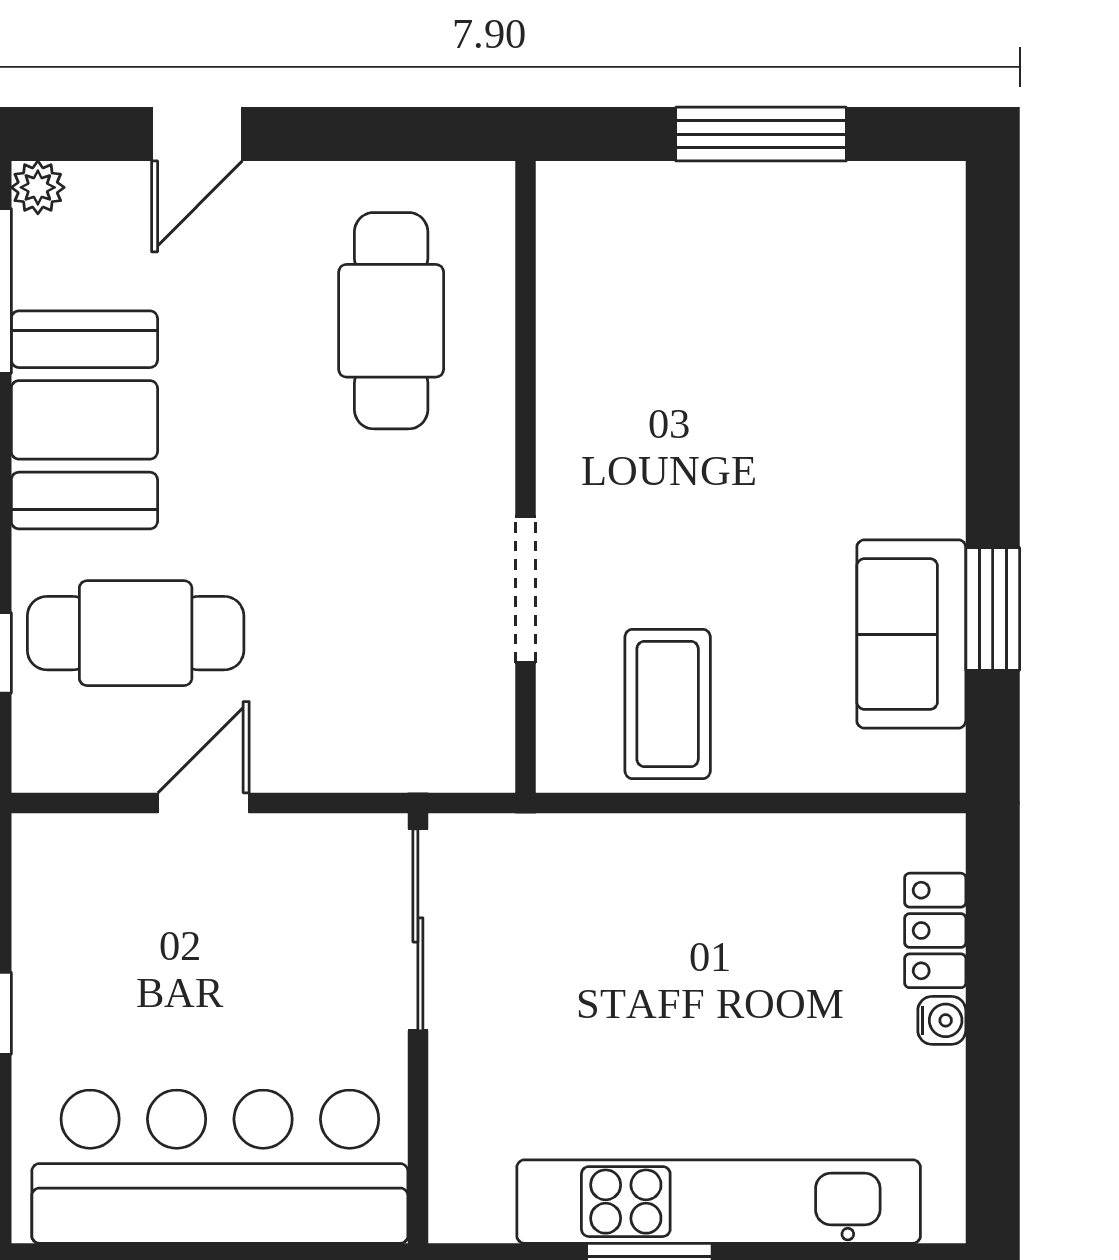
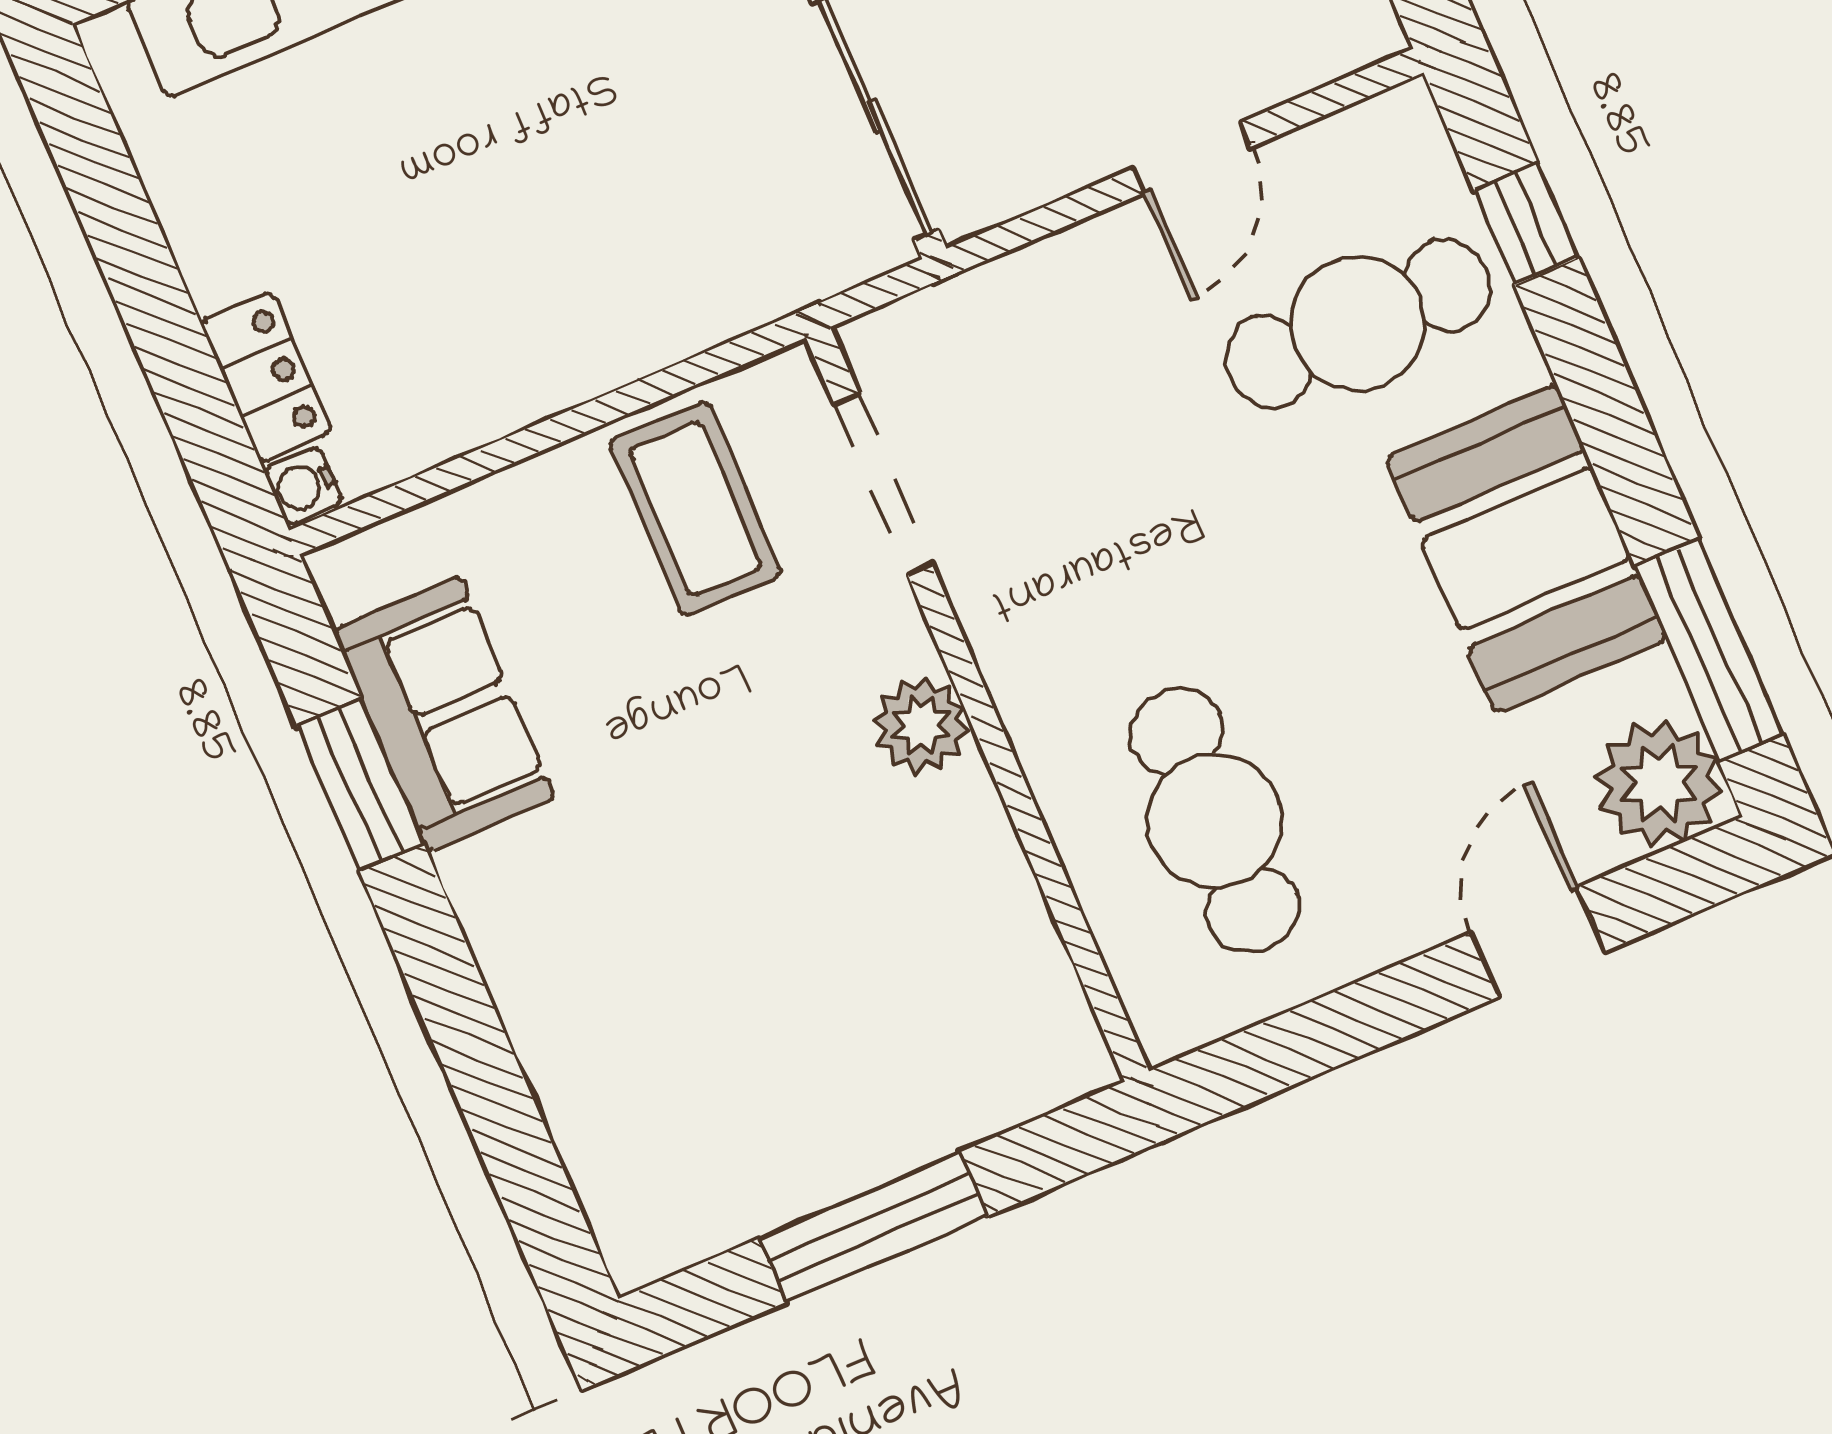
plant: (38, 187) -> (1659, 783), width x1.87, depth x1.87
plant: (573, 479) -> (921, 725), added
doorway: (526, 590) -> (883, 484), moved
water cooler: (942, 1020) -> (303, 486), moved

